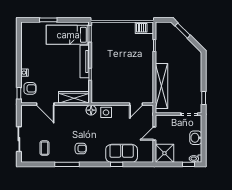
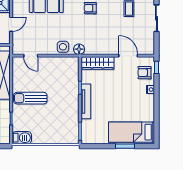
bed: (68, 35) -> (131, 132), moved, turned 180
sun lounger: (136, 65) -> (30, 98), added
door: (136, 104) -> (31, 56), swing flipped

